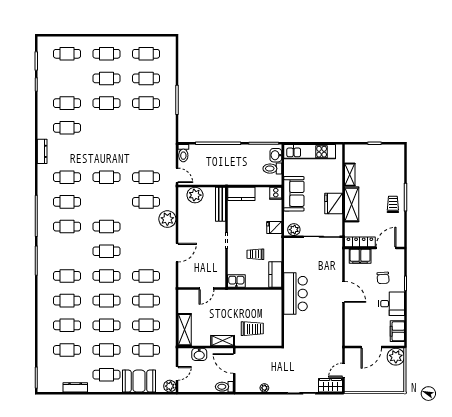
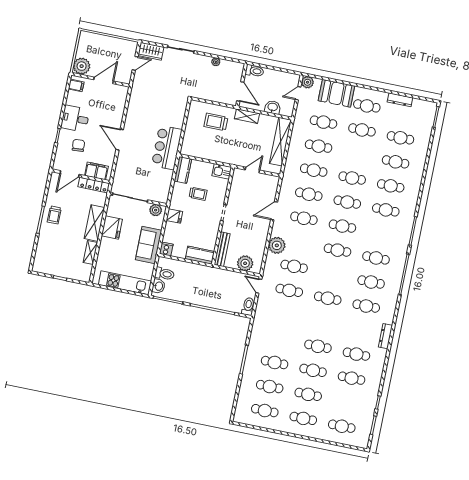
cafe table: (107, 128) -> (318, 346), added
cafe table: (107, 325) -> (304, 218), moved
shelving: (185, 330) -> (280, 142), width x1.47
filing cabinet: (397, 331) -> (76, 85), width x0.50

